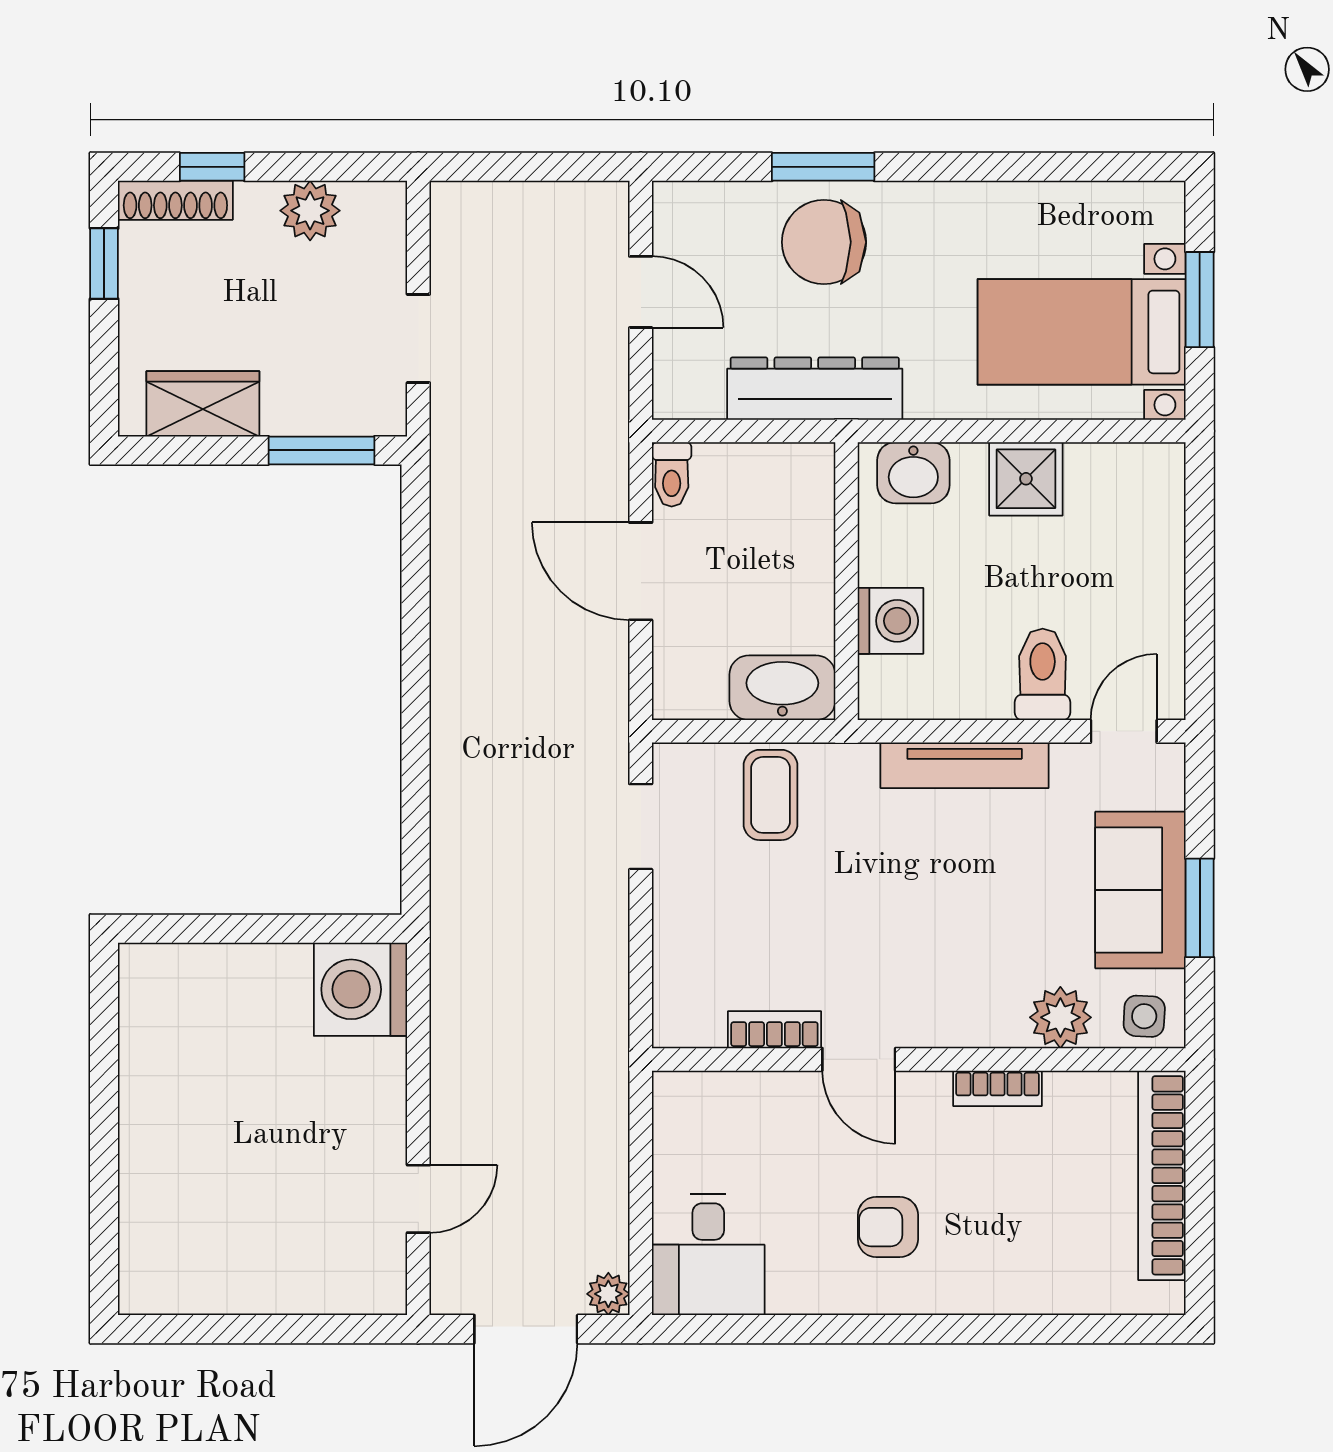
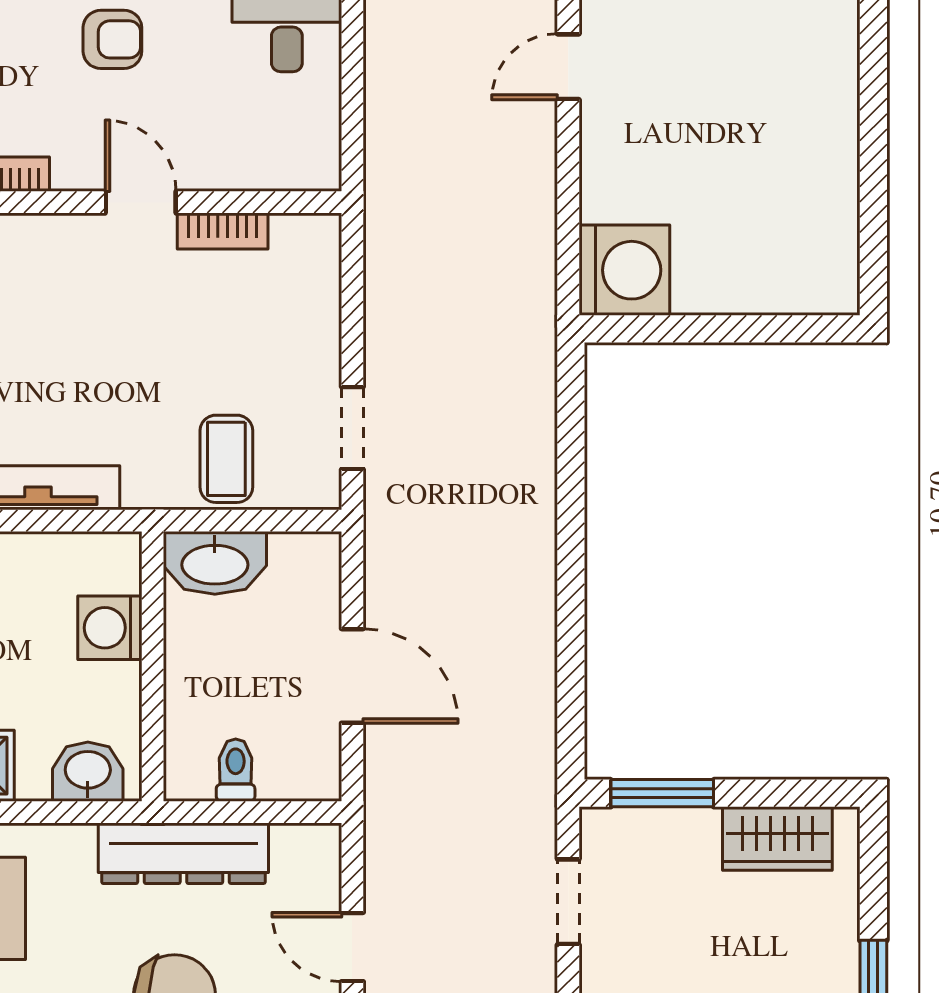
toilet: (672, 474) -> (236, 770), moved

